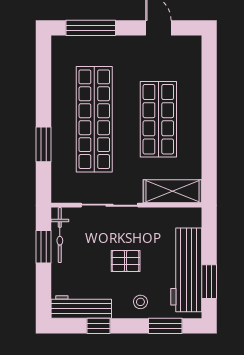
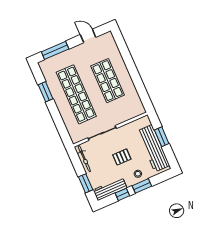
window: (43, 144) -> (46, 92), moved
shelving: (172, 191) -> (130, 113), removed
window: (43, 247) -> (86, 183), moved
window: (209, 282) -> (162, 137), moved
window: (165, 326) -> (142, 186), moved

